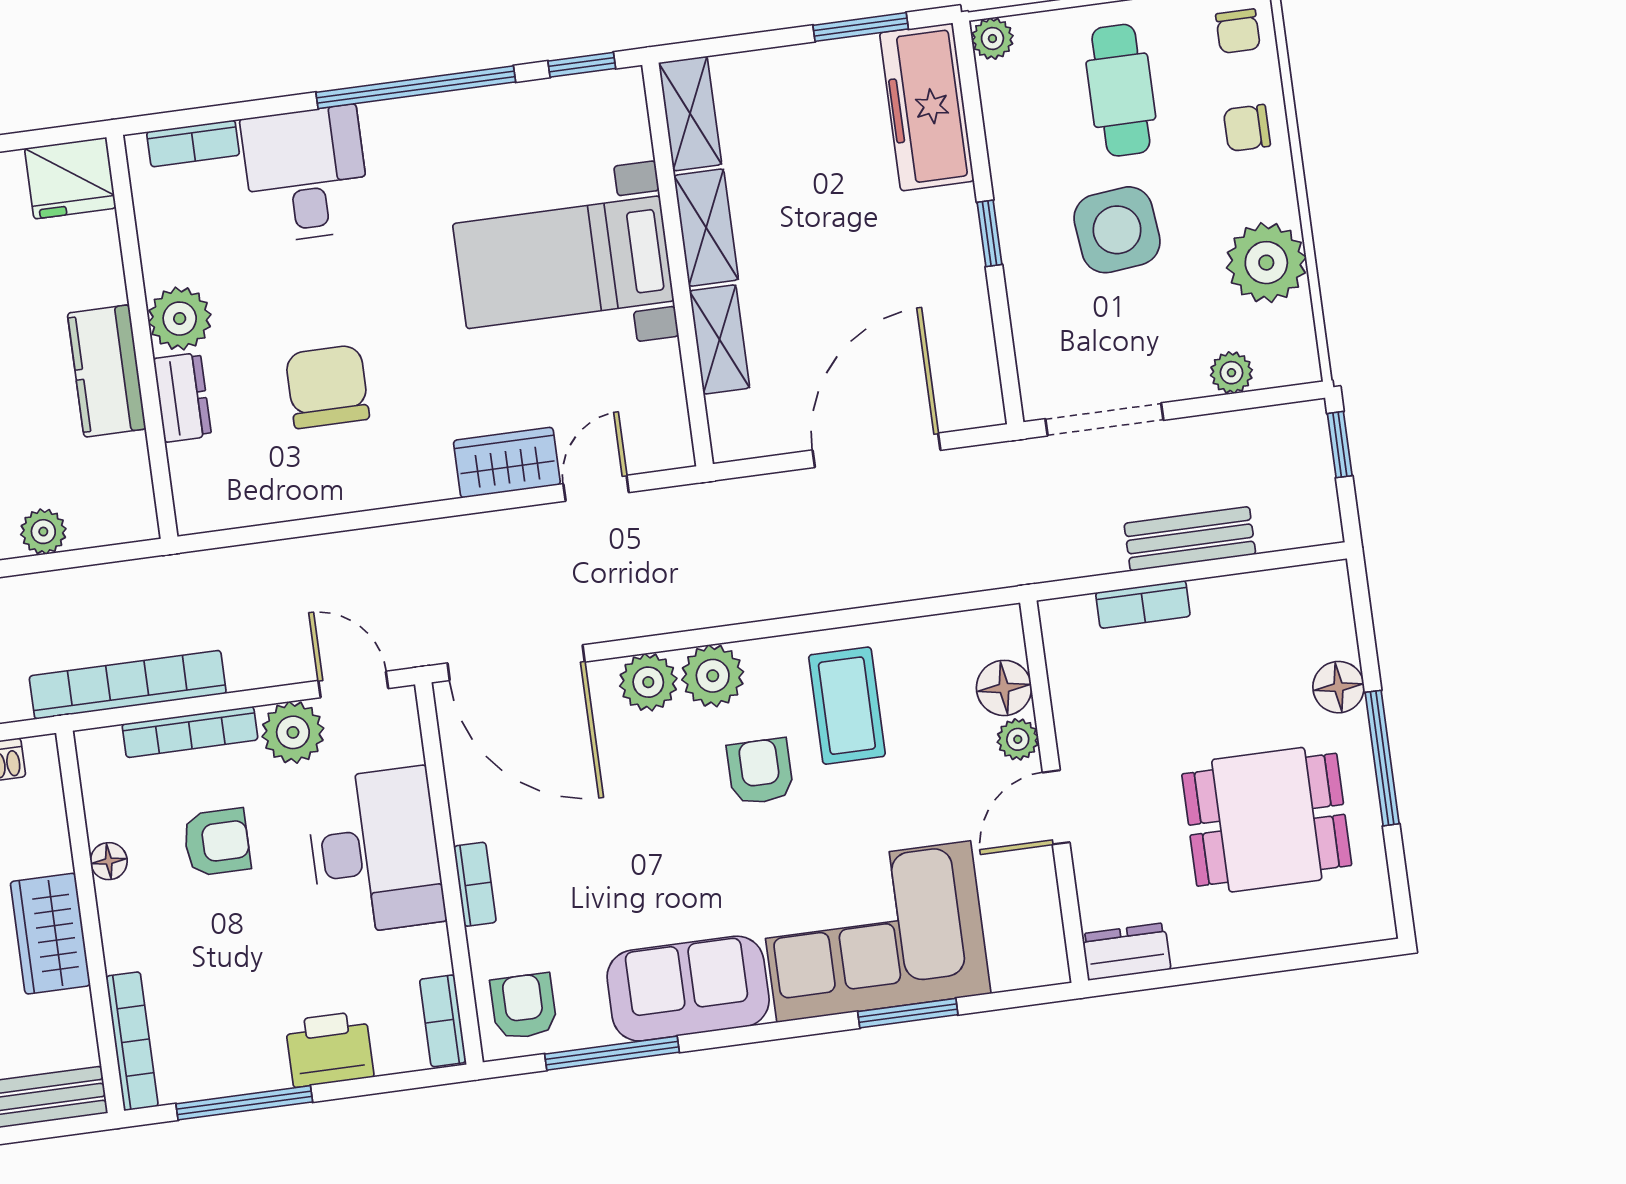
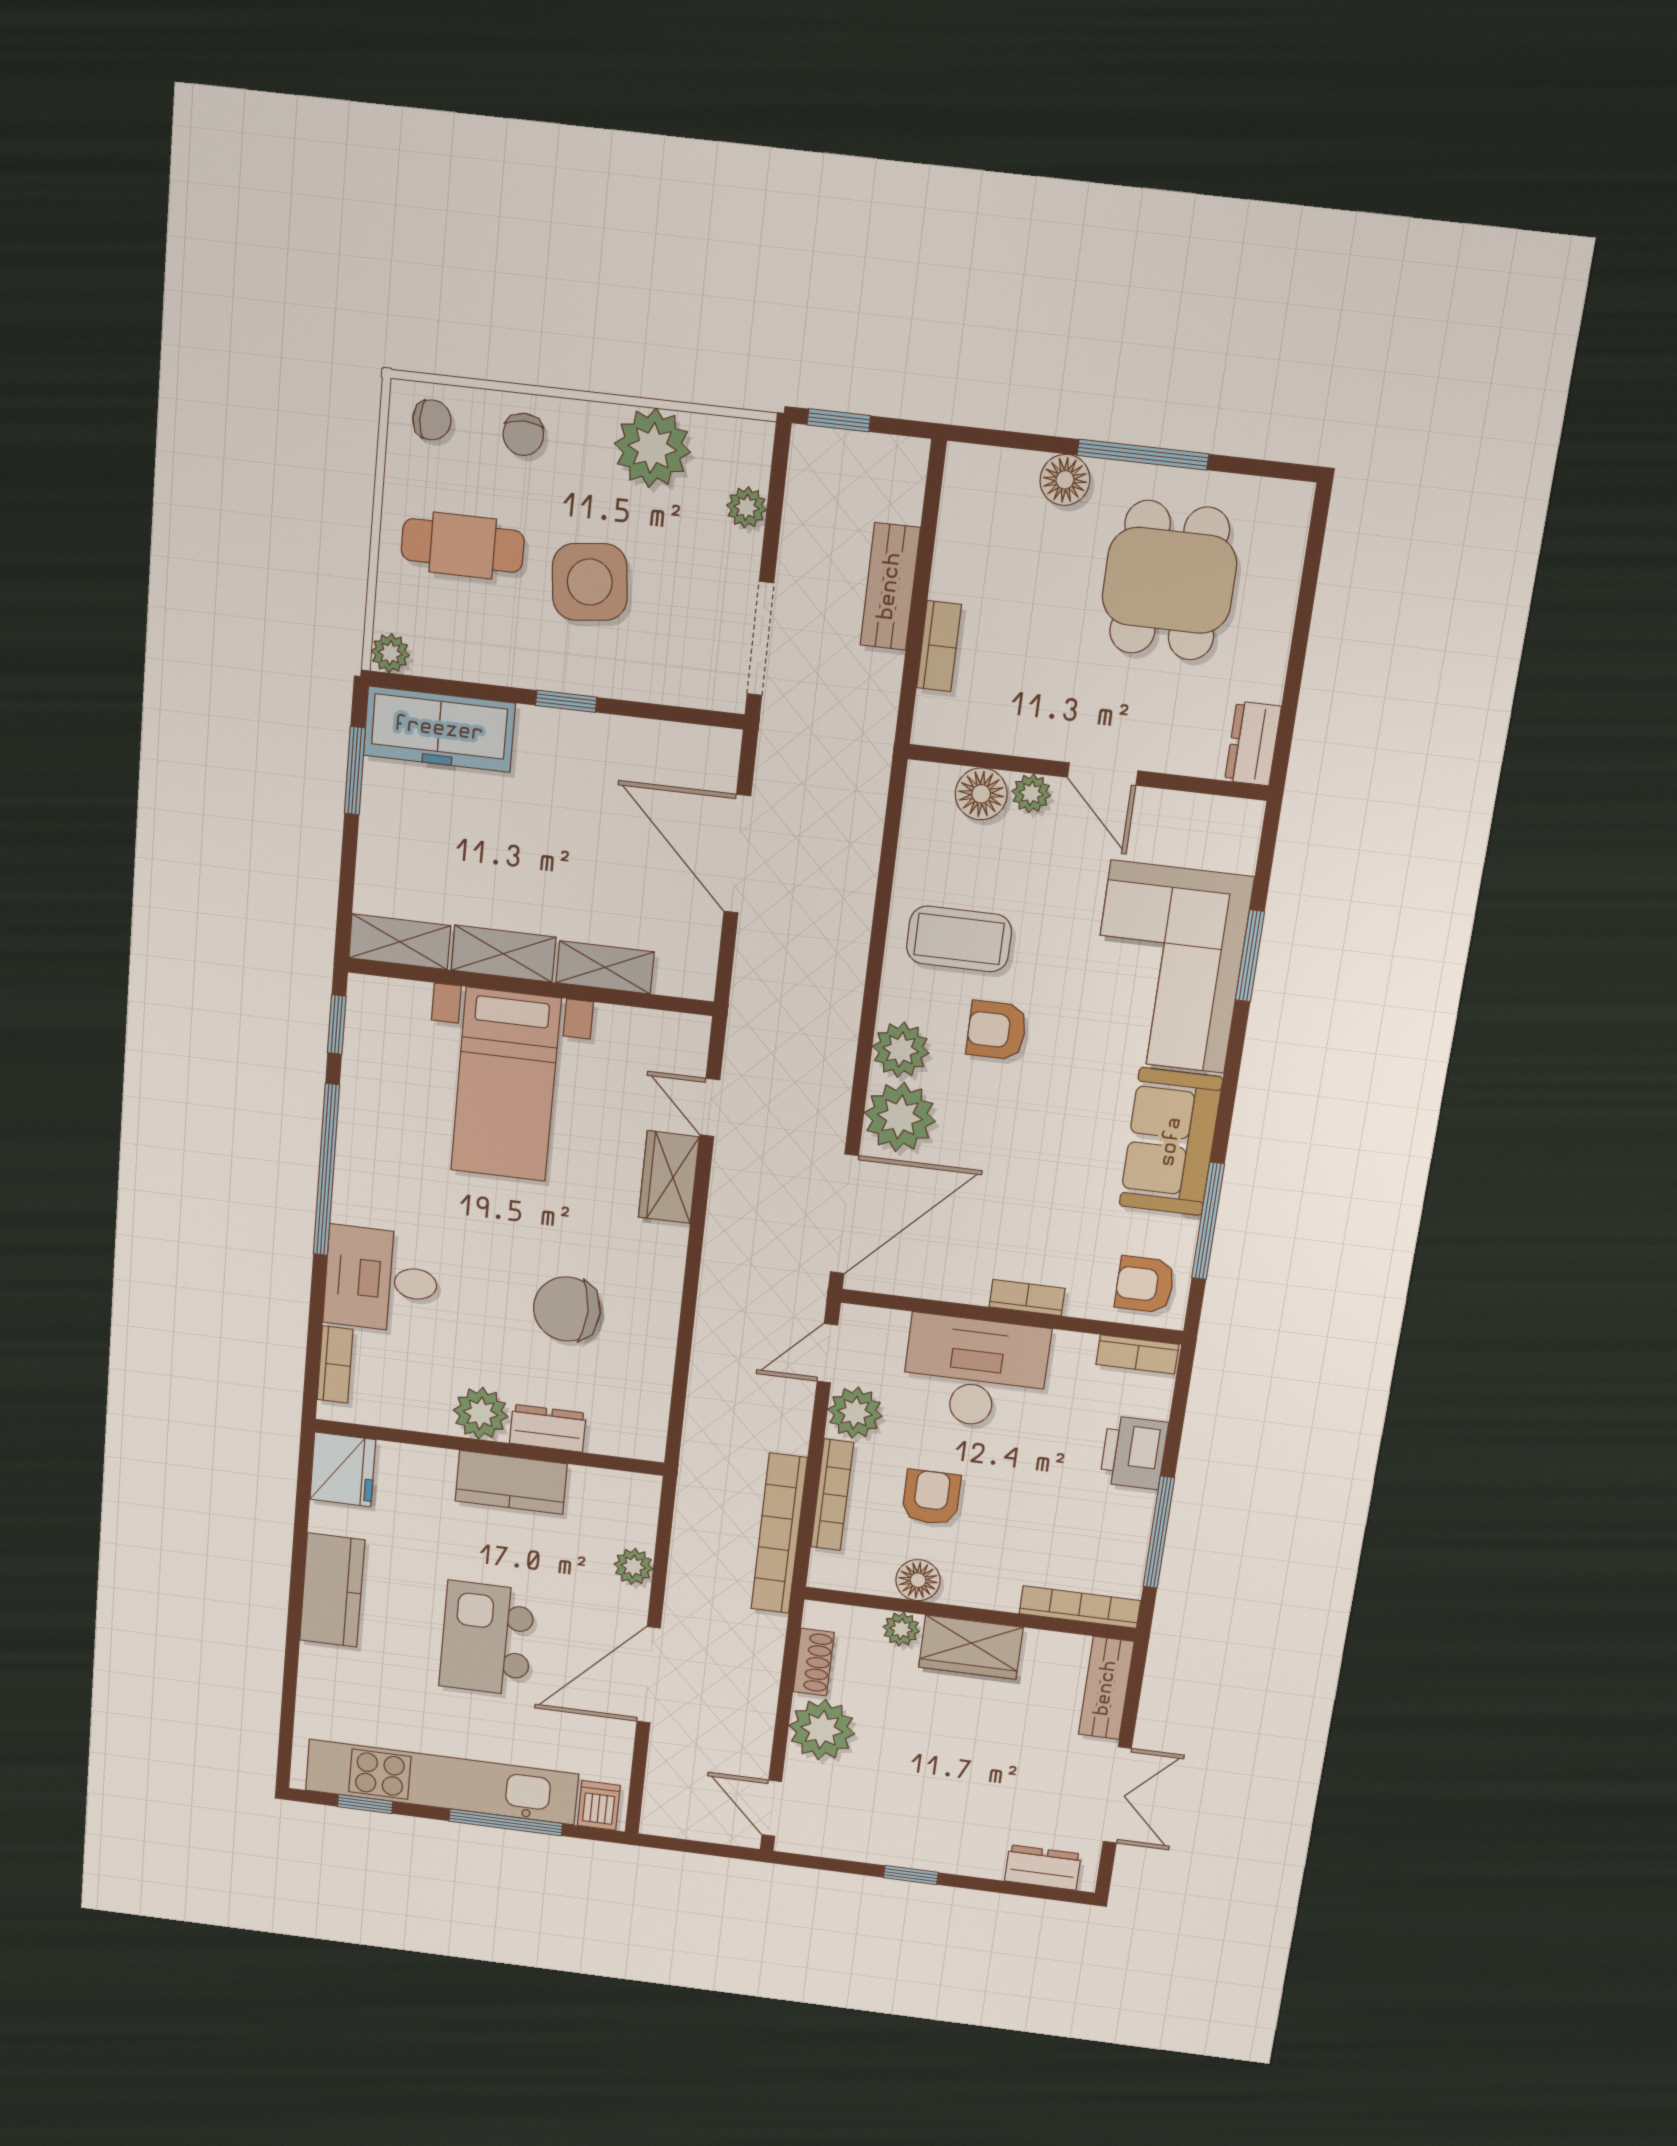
plant: (648, 682) -> (900, 1117), width x1.36, depth x1.36
plant: (51, 850) -> (901, 1629), added
floor lamp: (109, 861) -> (918, 1580), width x1.37, depth x1.37

